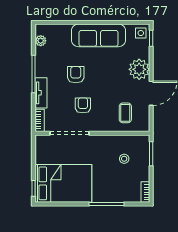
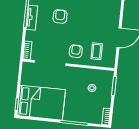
plant: (139, 69) -> (111, 17), removed
tv unit: (41, 93) -> (32, 18), moved
armchair: (83, 105) -> (76, 51), moved

